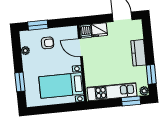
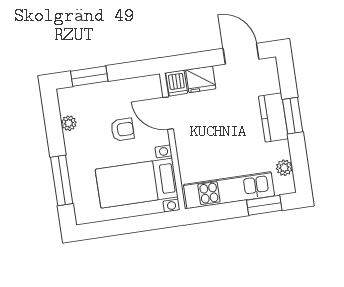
armchair: (47, 43) -> (122, 130), moved
window: (151, 74) -> (293, 116), moved
window: (20, 82) -> (62, 180), width x1.44
plant: (144, 91) -> (284, 168), moved

